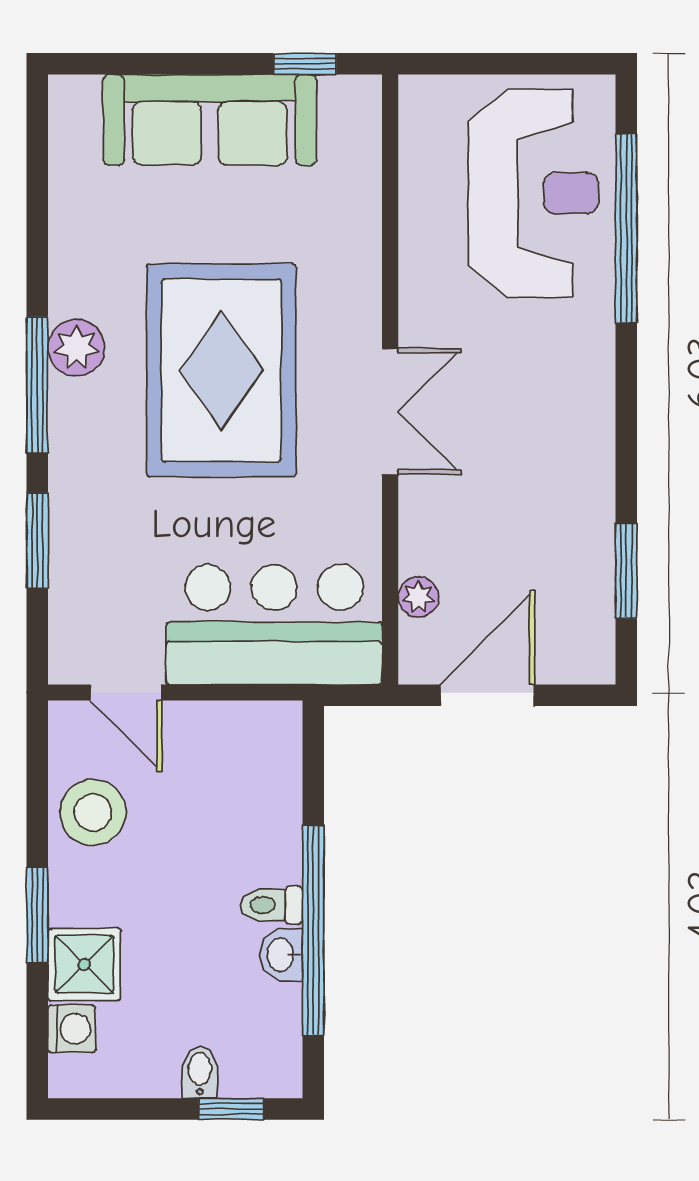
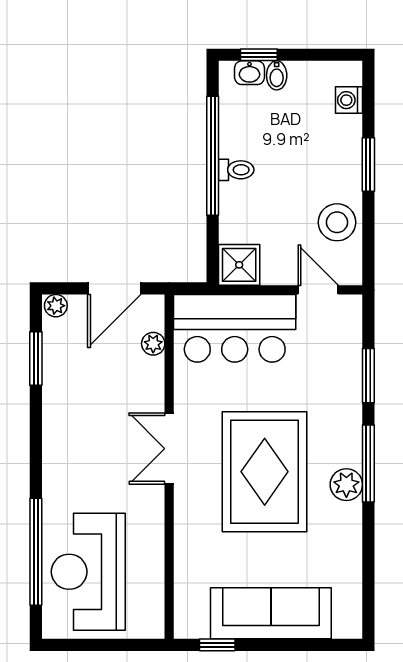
plant: (591, 665) -> (56, 306), added
washbasin: (281, 955) -> (249, 73), moved, turned 90
shower: (84, 964) -> (239, 265), moved

